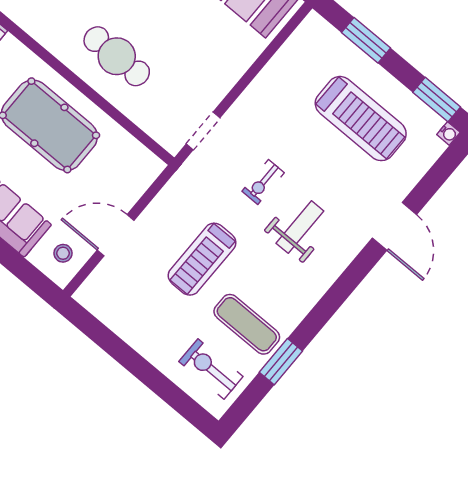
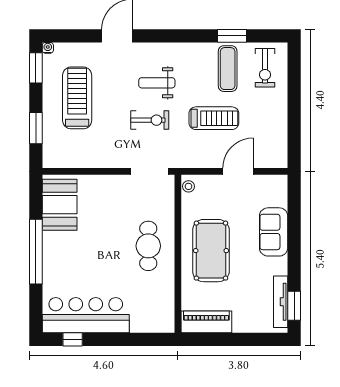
doorway: (203, 131) -> (149, 171), width x1.38
exercise bike: (263, 182) -> (150, 120), width x1.38, depth x1.39
door: (116, 235) -> (238, 171), swing flipped
stool: (63, 253) -> (188, 186), moved

